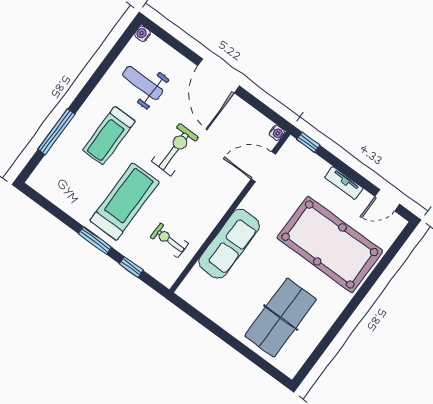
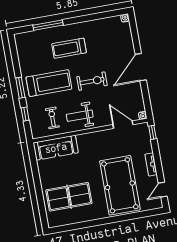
weight bench: (143, 83) -> (80, 116), moved, turned -90
door: (387, 200) -> (163, 190), hinge flipped
sofa: (229, 244) -> (56, 148), moved

